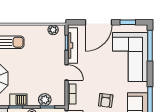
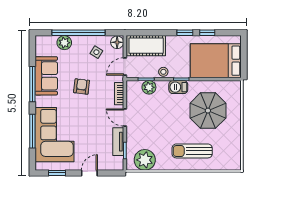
door: (99, 22) -> (89, 173), width x0.53
plant: (53, 30) -> (145, 160), width x1.88, depth x1.88
tv unit: (73, 46) -> (118, 142), width x0.71
window: (150, 46) -> (32, 131), moved

